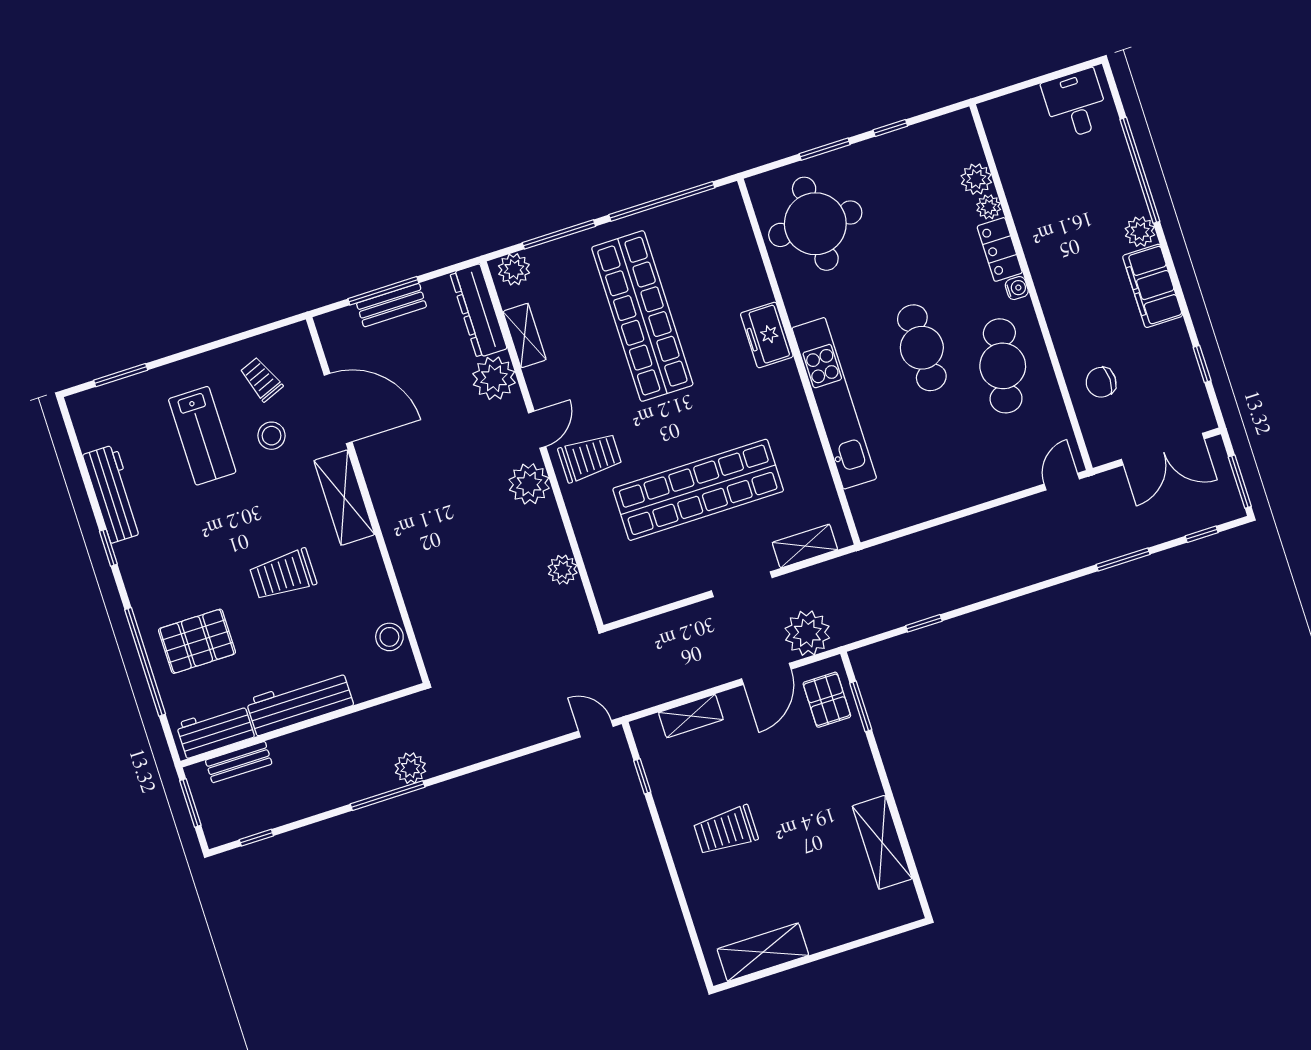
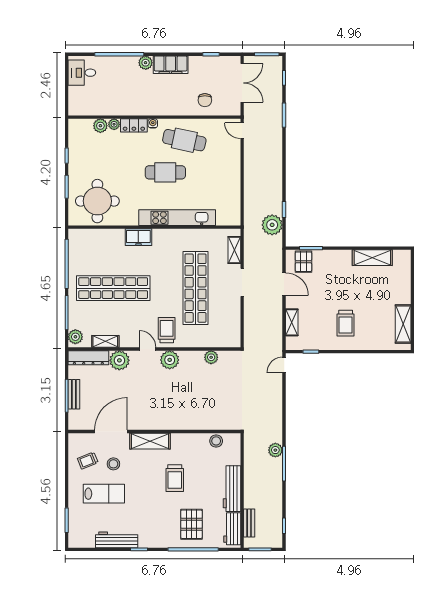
plant: (807, 633) -> (272, 225), moved
pallet: (827, 700) -> (303, 262), turned 90

